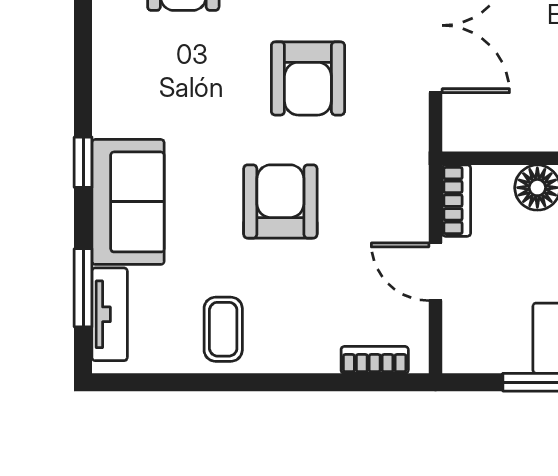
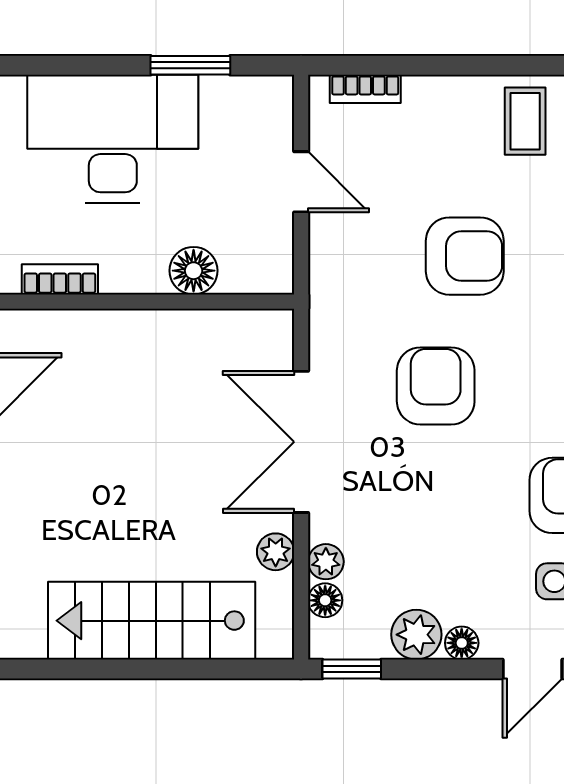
bookcase: (456, 201) -> (279, 257), removed
armchair: (280, 202) -> (465, 256), turned -90

